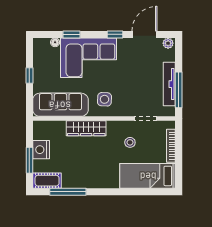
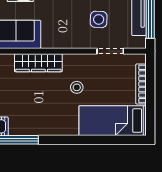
side table: (104, 99) -> (99, 19), moved
stool: (130, 142) -> (77, 87), moved

